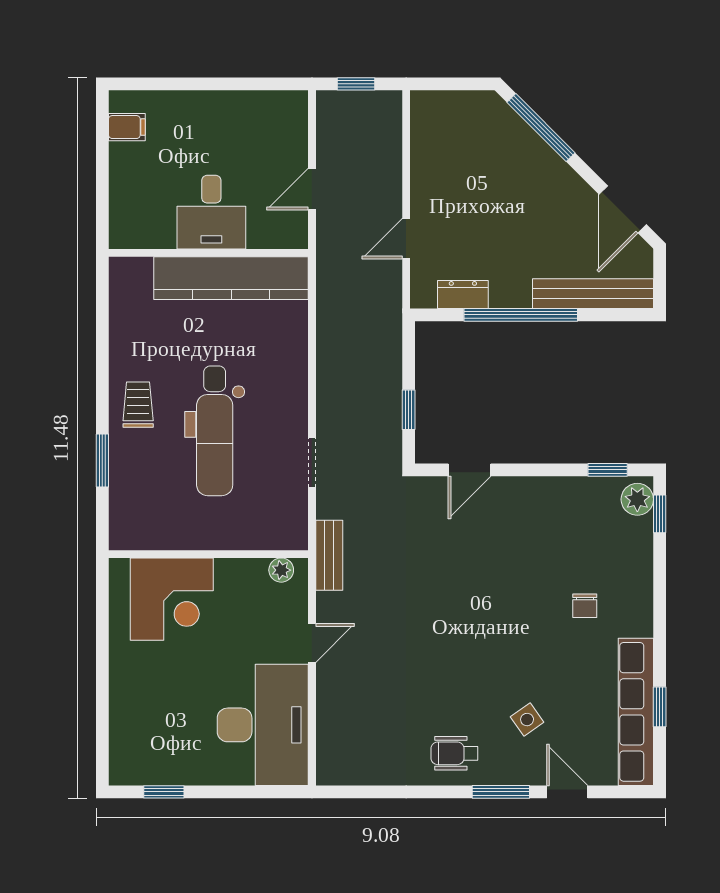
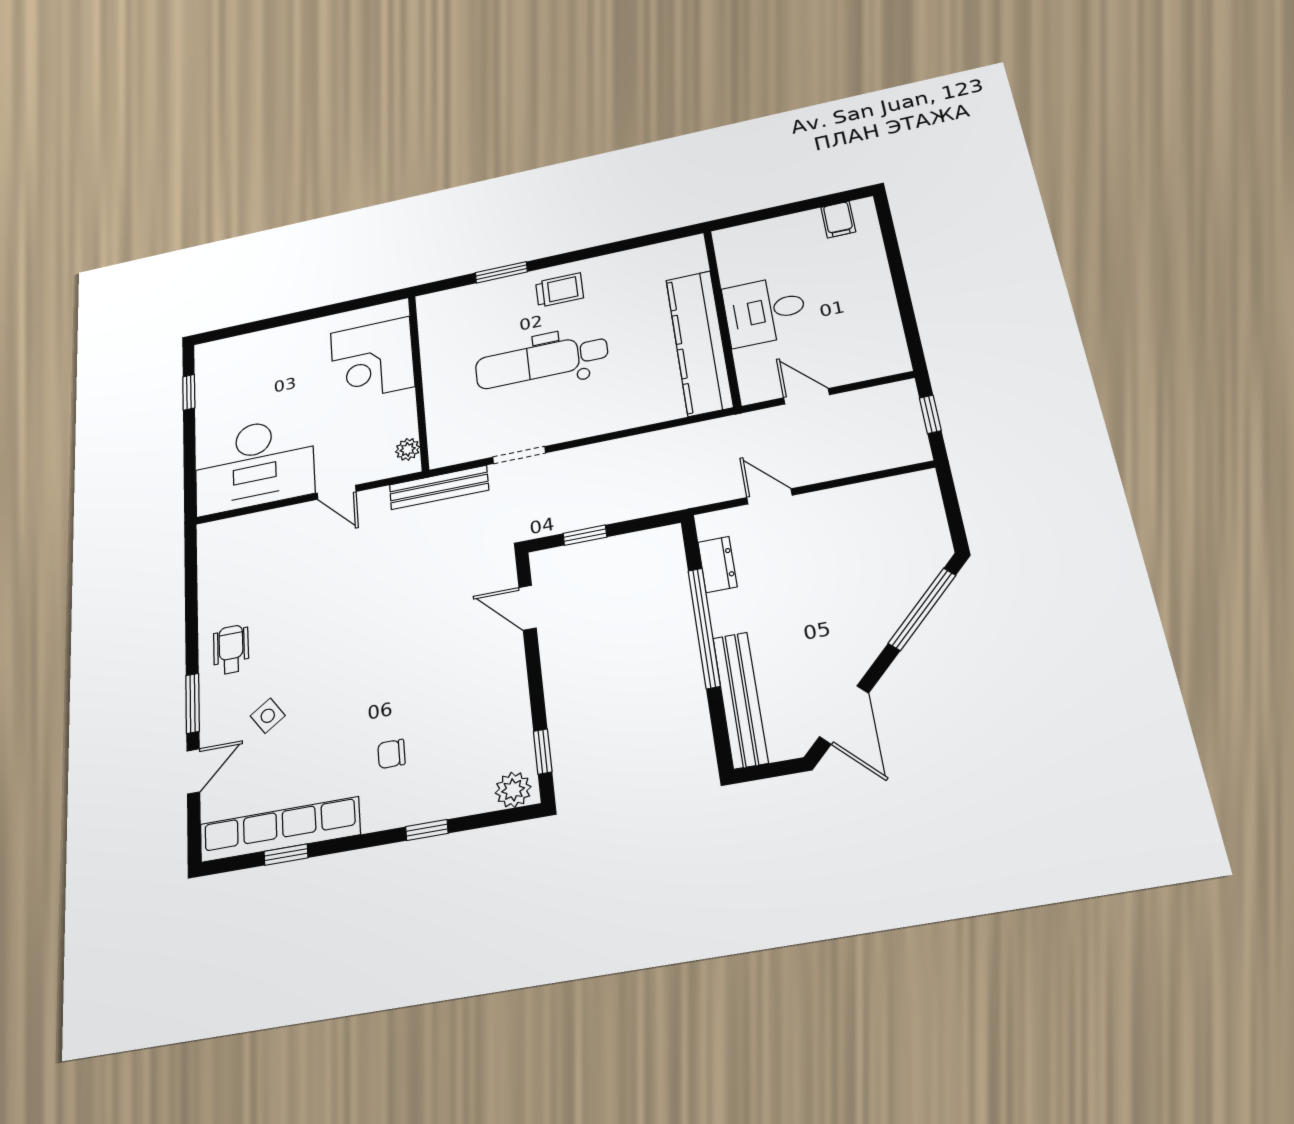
door: (623, 209) -> (844, 715), swing flipped
window: (660, 514) -> (427, 830), moved
bench: (329, 555) -> (439, 487), width x1.36

